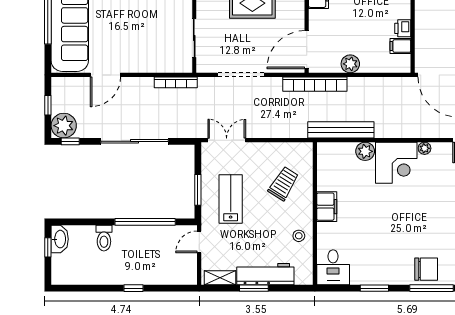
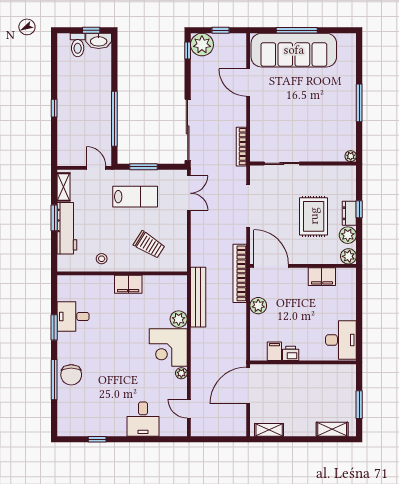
sliding door: (135, 141) -> (188, 130), moved
toilet: (104, 238) -> (78, 45), moved, turned -90
desk: (333, 267) -> (73, 317), moved

